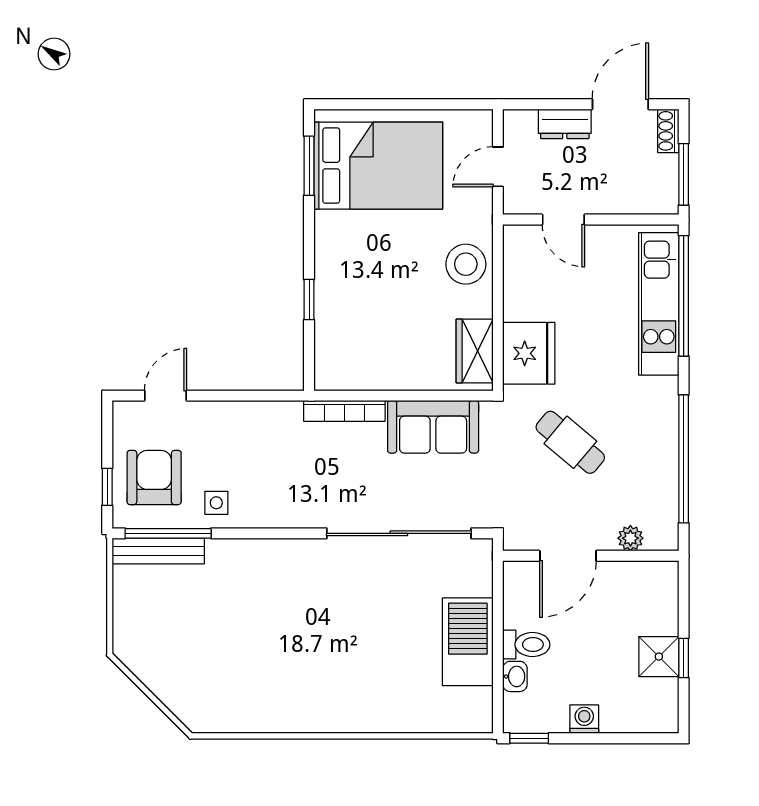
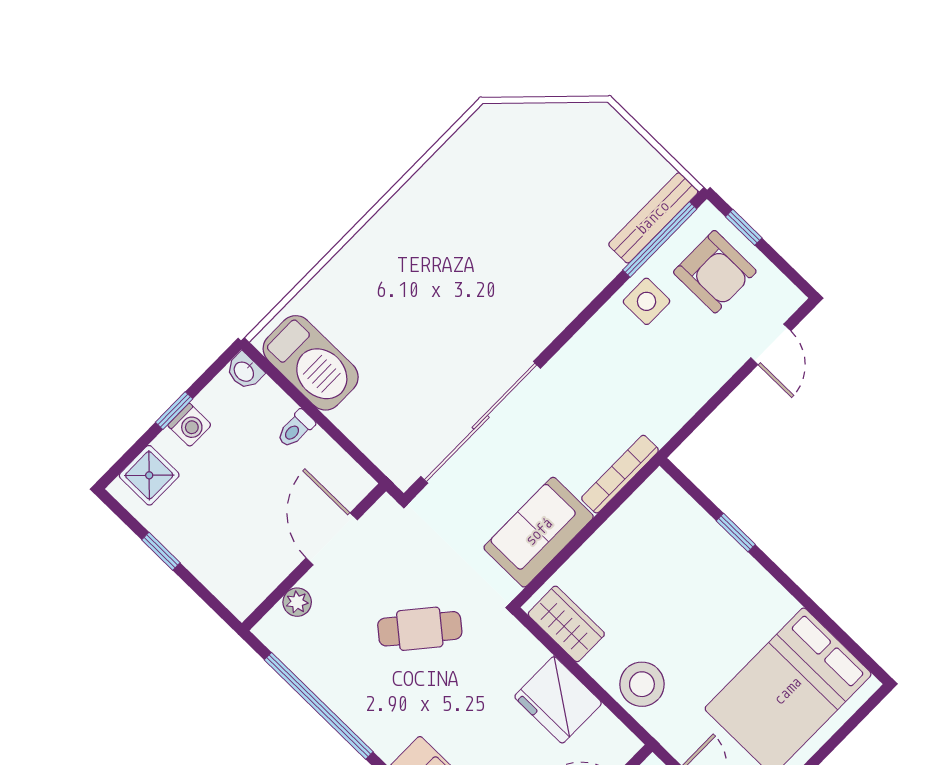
window: (309, 166) -> (842, 636), removed
fridge: (529, 353) -> (558, 700), moved
side table: (216, 503) -> (647, 301), width x1.37, depth x1.37
barbecue: (468, 642) -> (311, 363), moved
toilet: (526, 644) -> (296, 429), width x0.73, depth x0.72
shower: (659, 657) -> (149, 475), moved
washbasin: (515, 676) -> (244, 371), moved
window: (529, 738) -> (174, 411), moved

